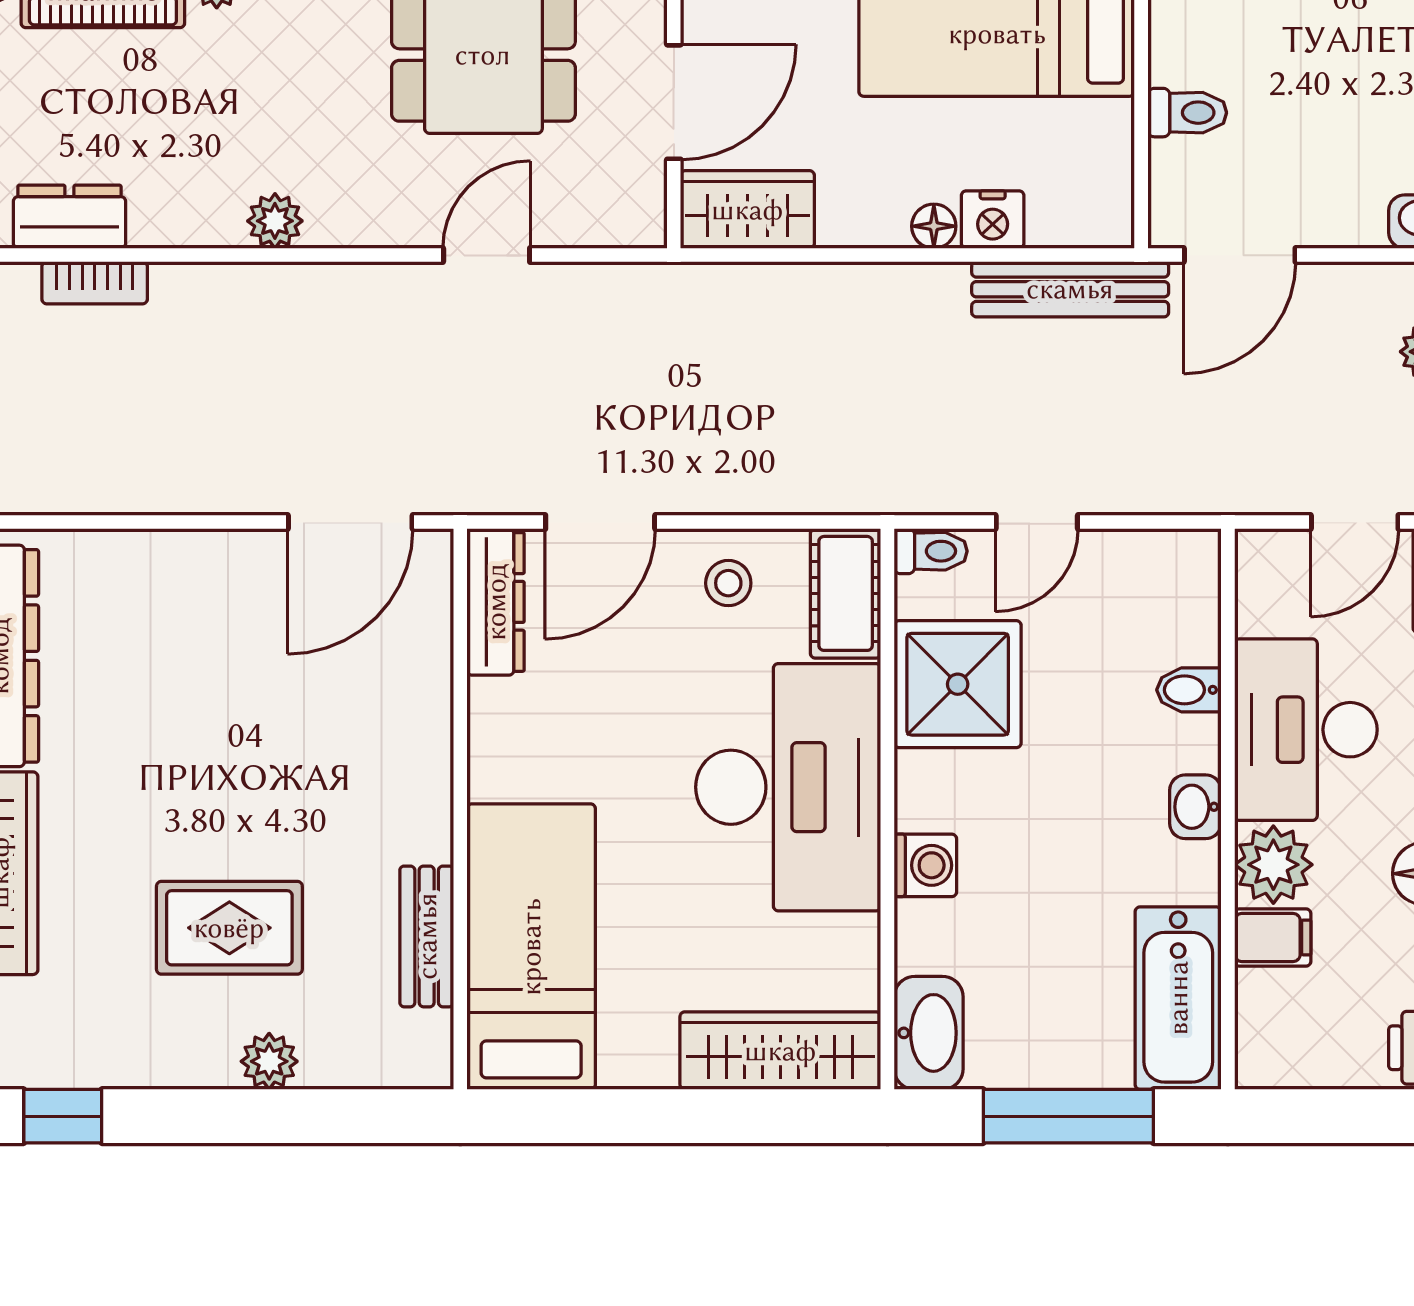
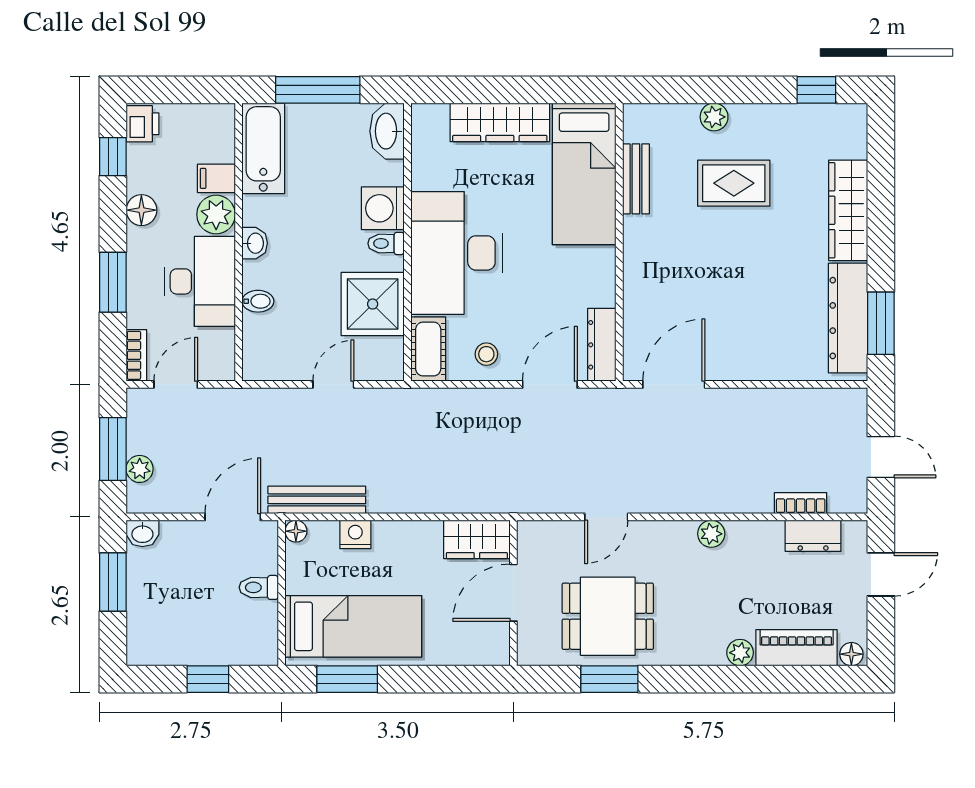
floor lamp: (934, 226) -> (296, 531), moved
toilet: (931, 551) -> (386, 243), moved
washing machine: (925, 865) -> (383, 208), width x1.38, depth x1.38
wardrobe: (780, 1051) -> (500, 122), moved

